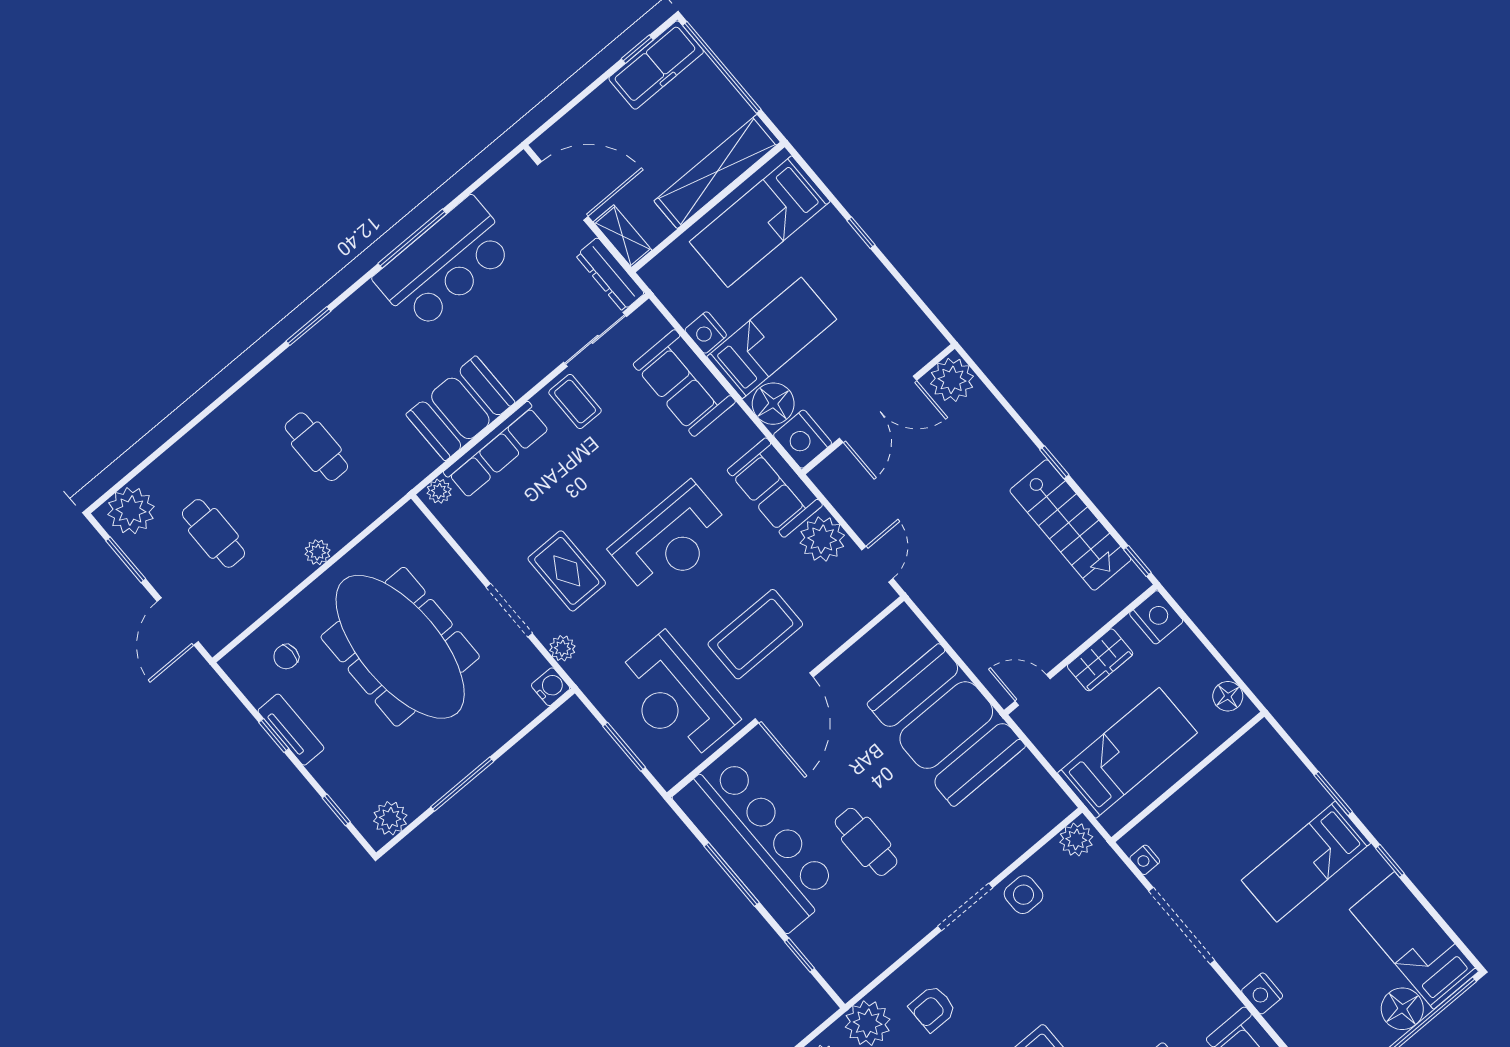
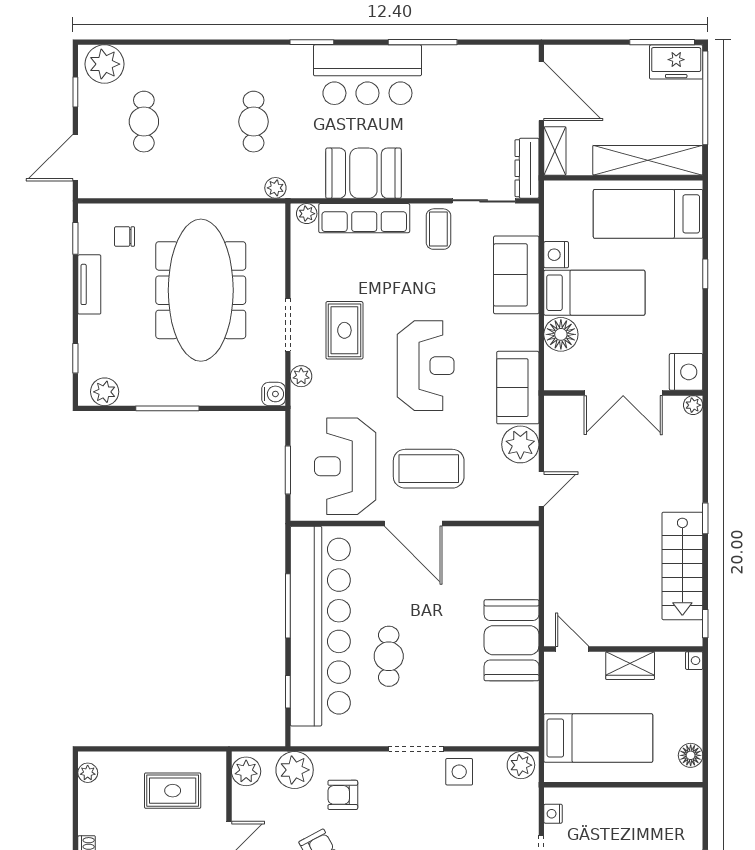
window: (637, 49) -> (662, 42), width x2.17
freezer: (656, 65) -> (676, 62), width x0.71
bar counter: (445, 264) -> (367, 75), moved
plant: (952, 380) -> (693, 405), width x0.53, depth x0.53
nightstand: (803, 439) -> (686, 372), moved, turned 180
reception desk: (671, 540) -> (426, 366), turned -90
plant: (318, 552) -> (275, 188), moved
window: (126, 560) -> (75, 92), width x0.67
nightstand: (1156, 617) -> (694, 661), width x0.53, depth x0.56
door: (784, 698) -> (413, 524), hinge flipped
booth: (946, 725) -> (512, 640), width x0.73, depth x0.70
window: (274, 736) -> (75, 238), moved
bar counter: (757, 843) -> (320, 626), width x1.36

